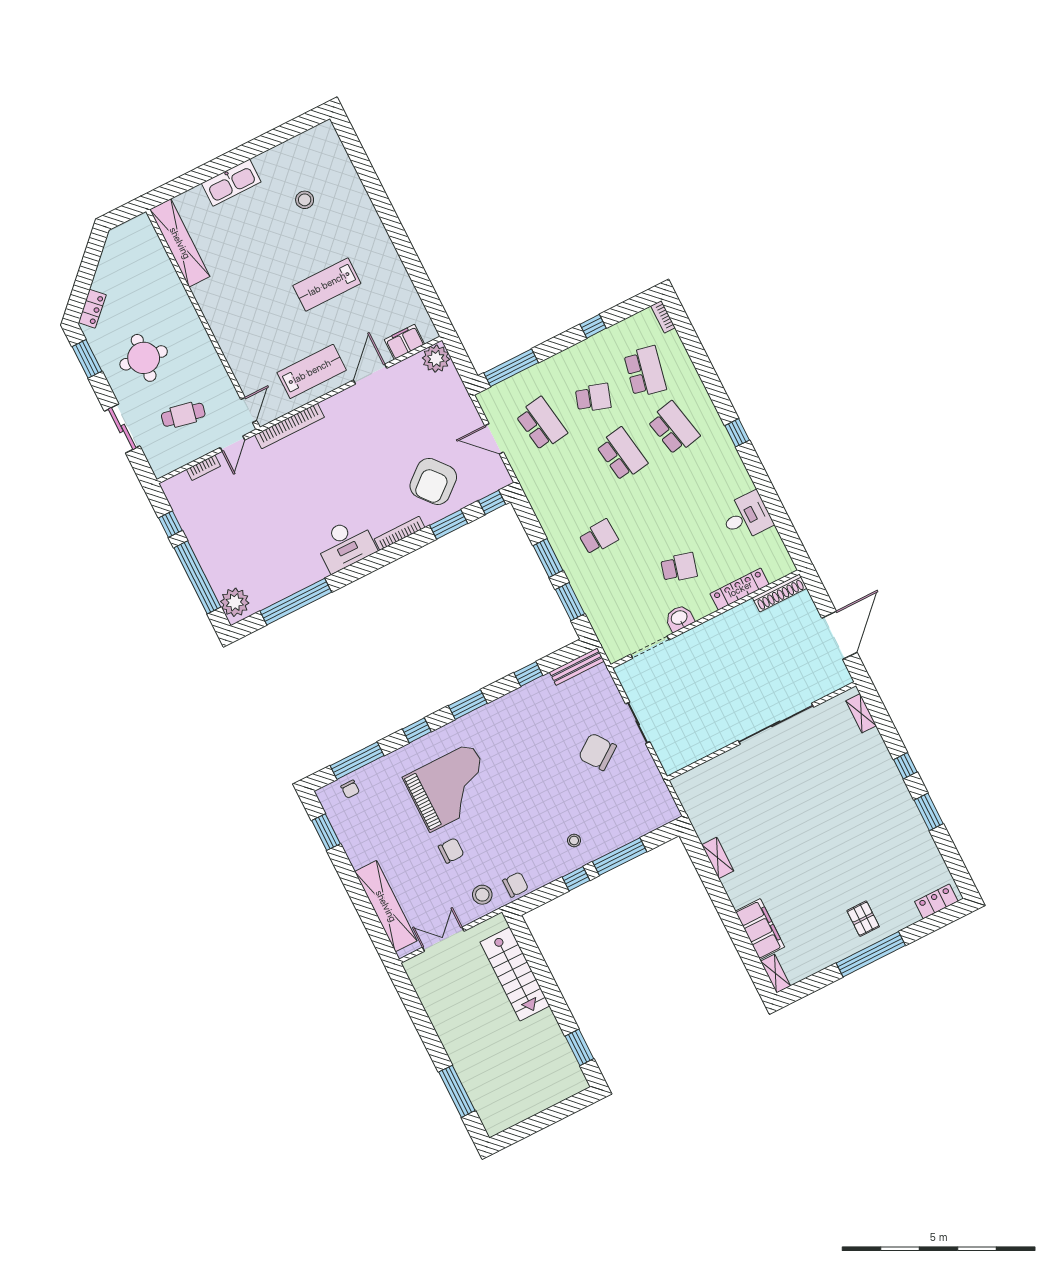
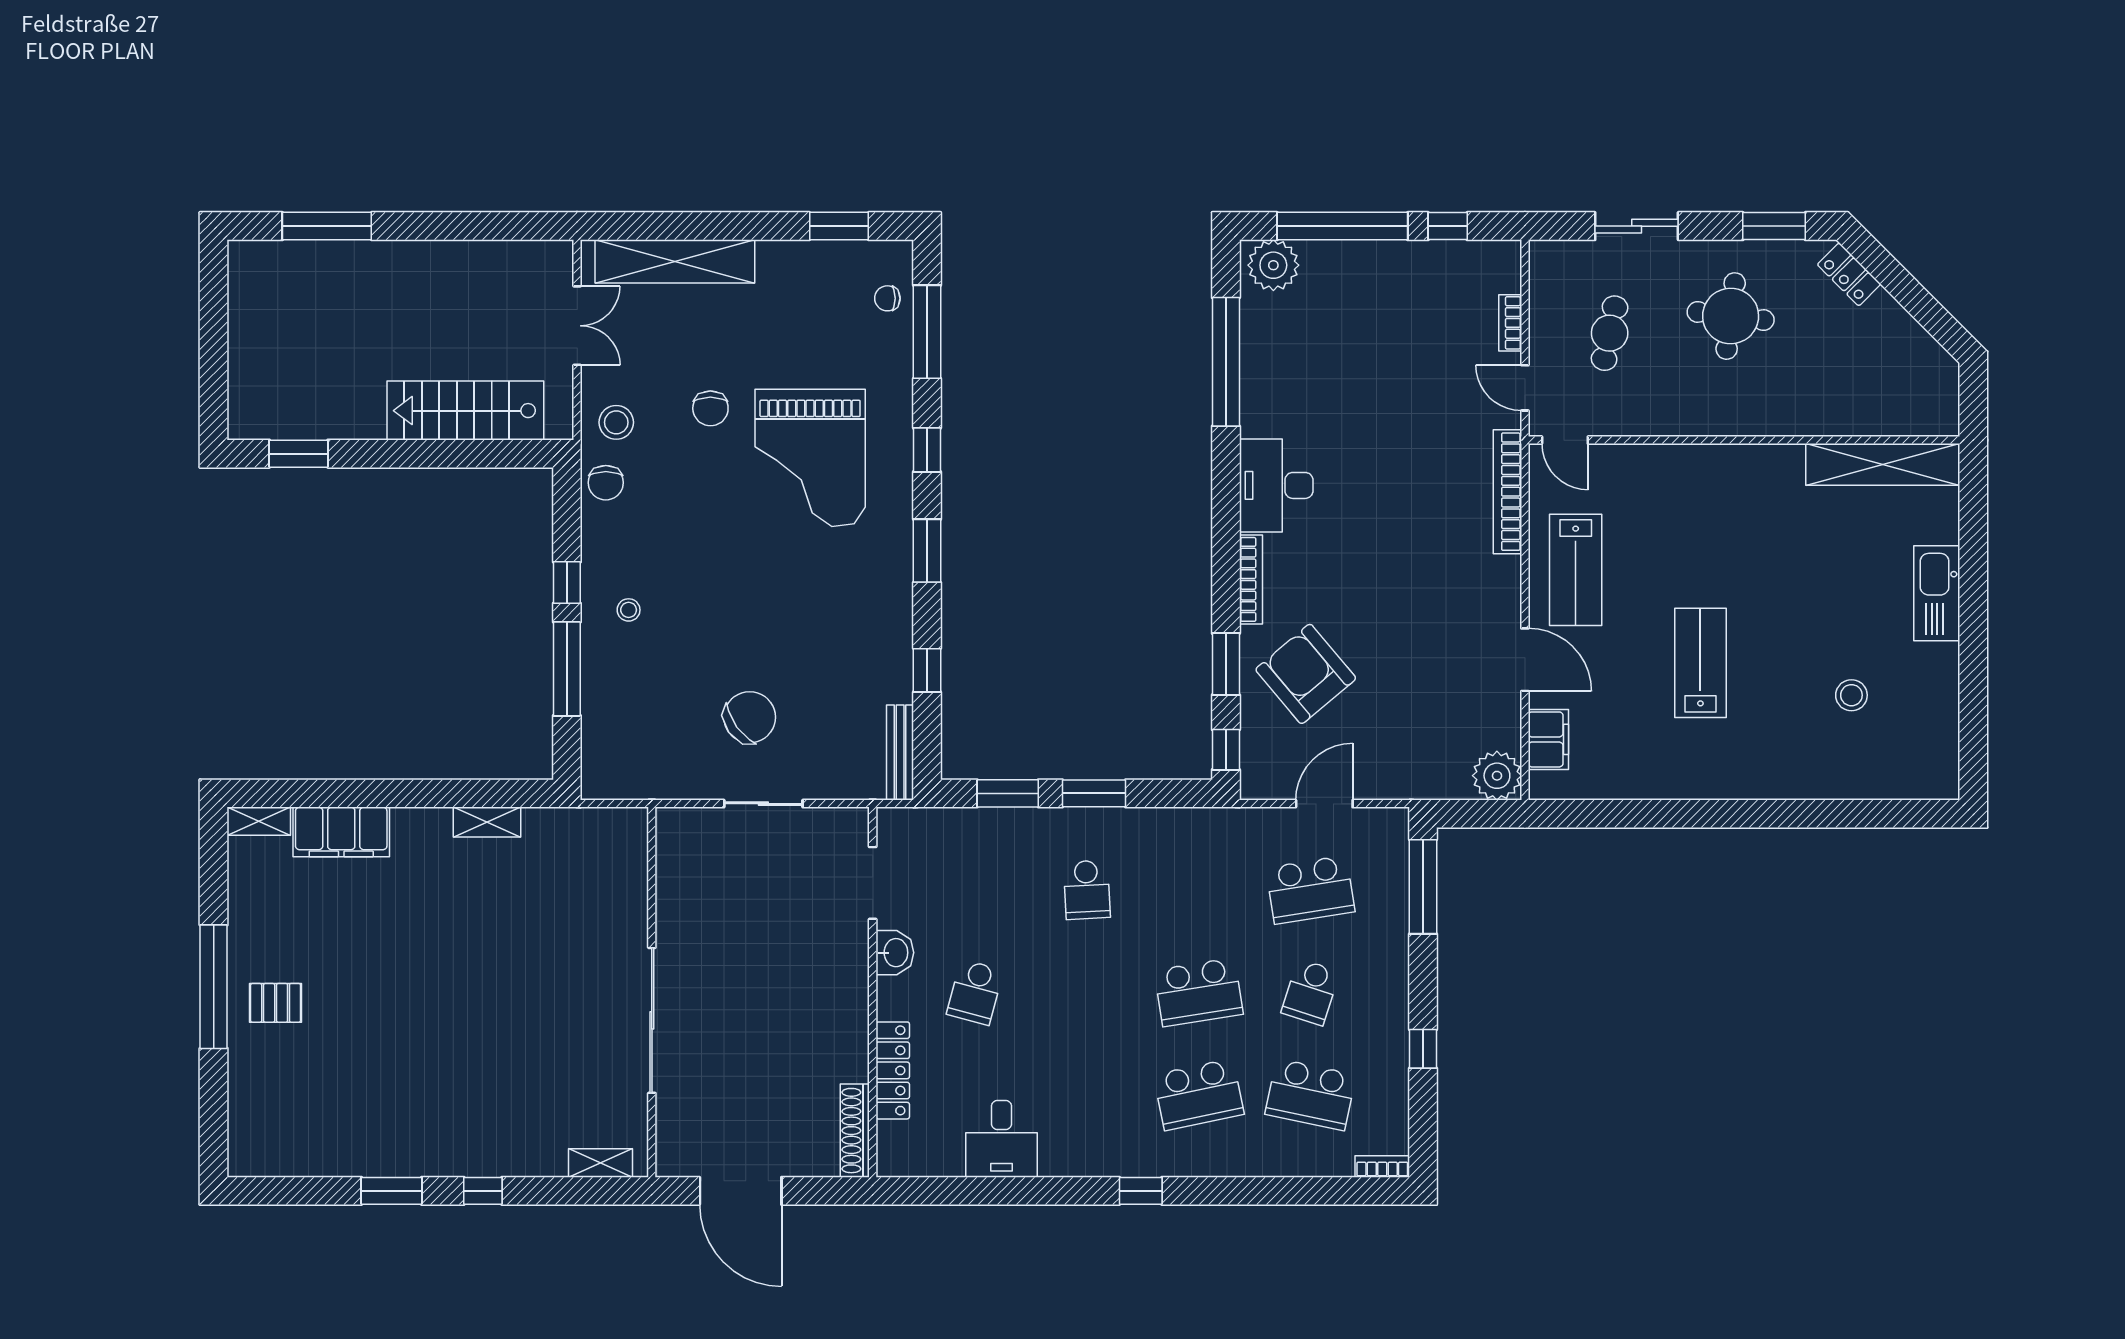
locker: (936, 901) -> (245, 1132), removed

